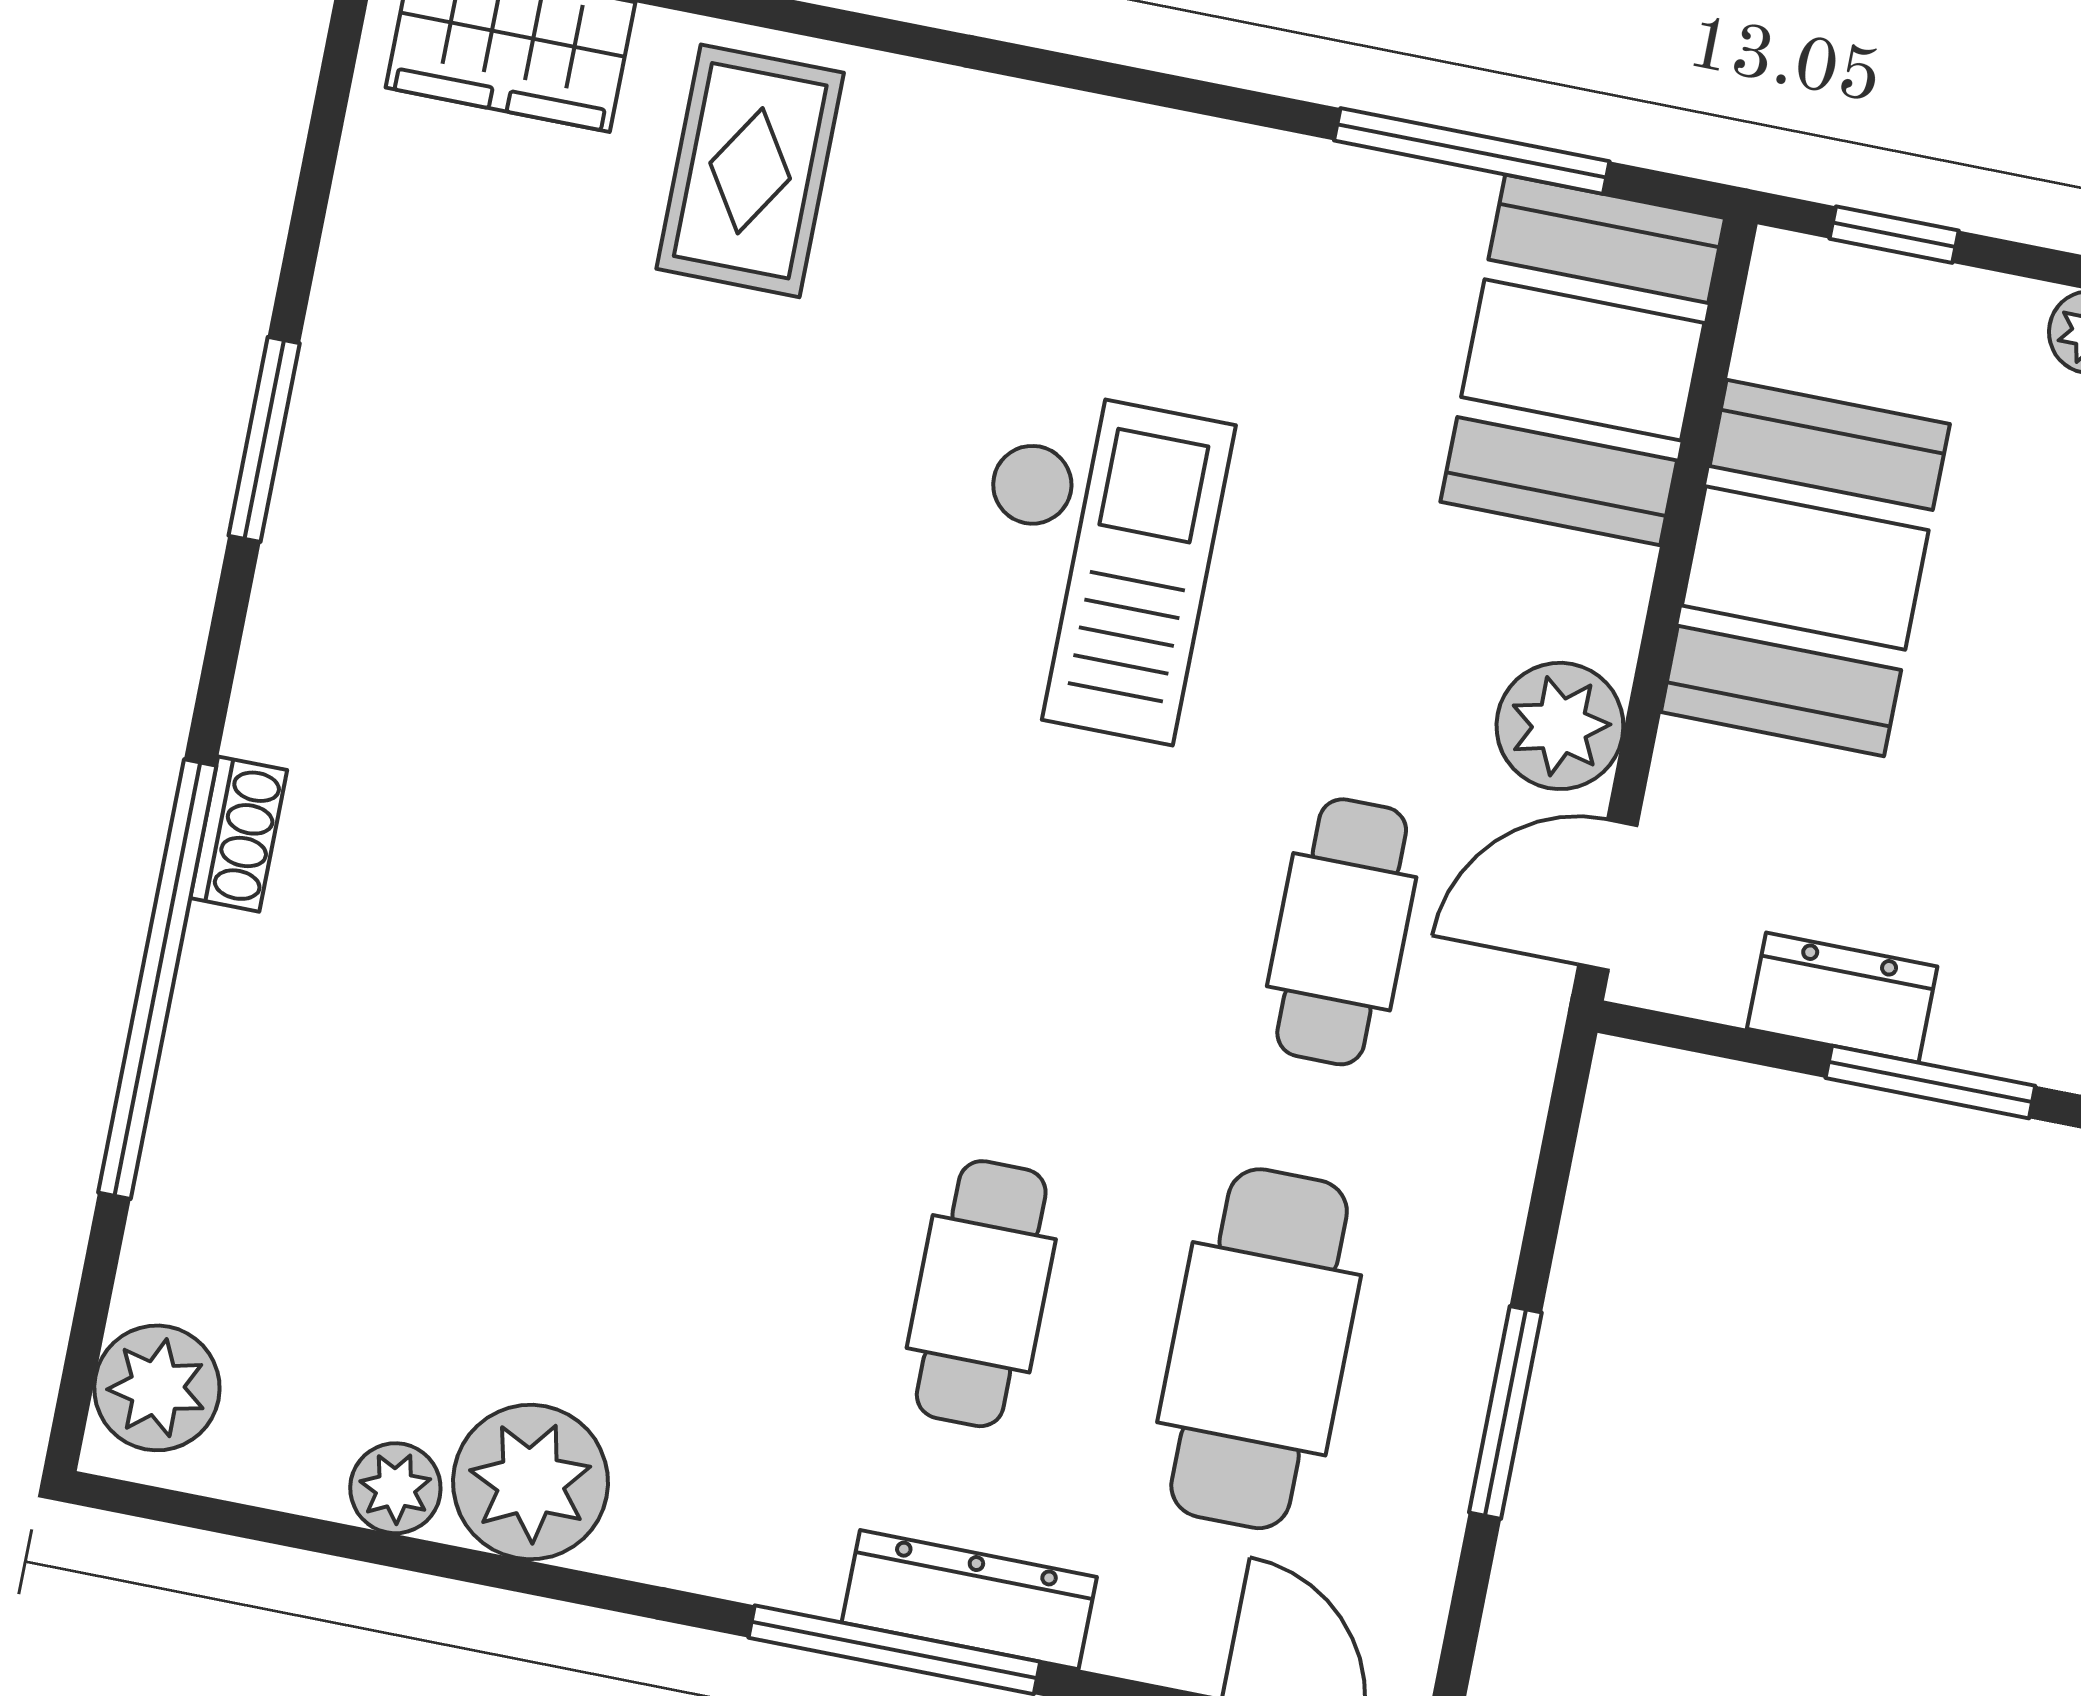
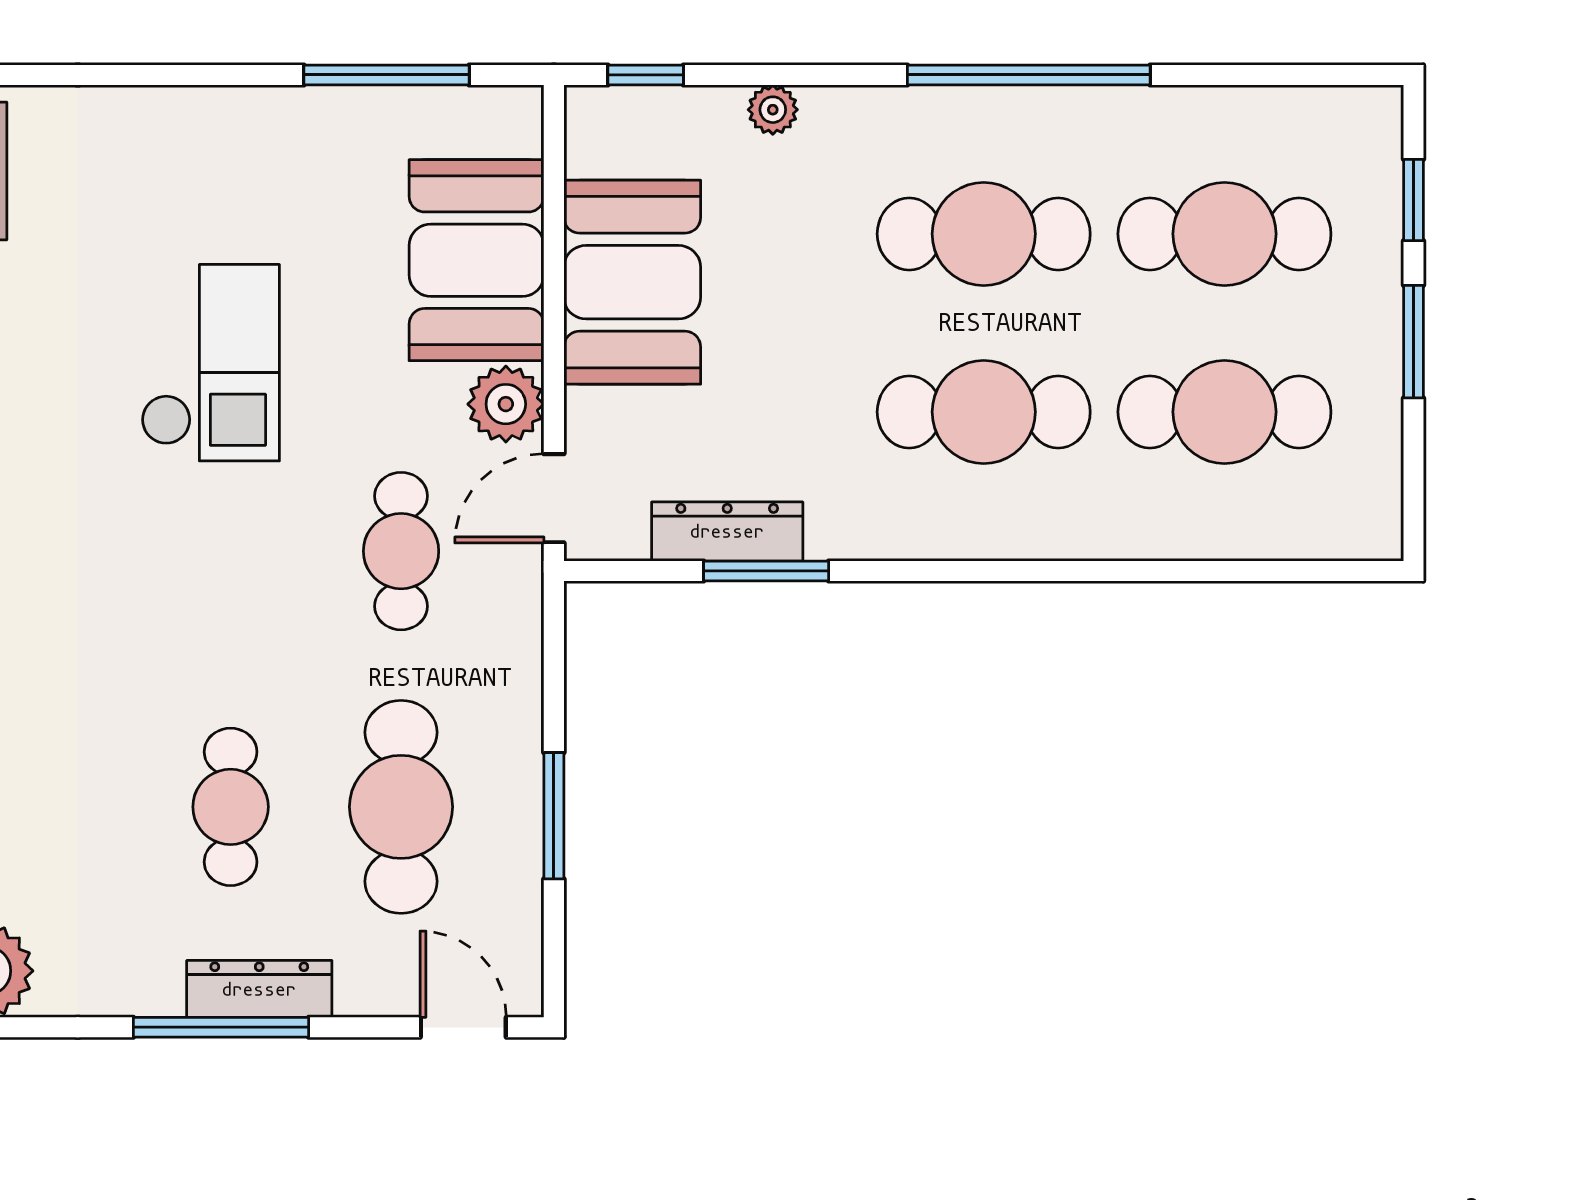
booth: (1583, 360) -> (477, 260), moved
dresser: (1842, 998) -> (727, 531), width x1.44

